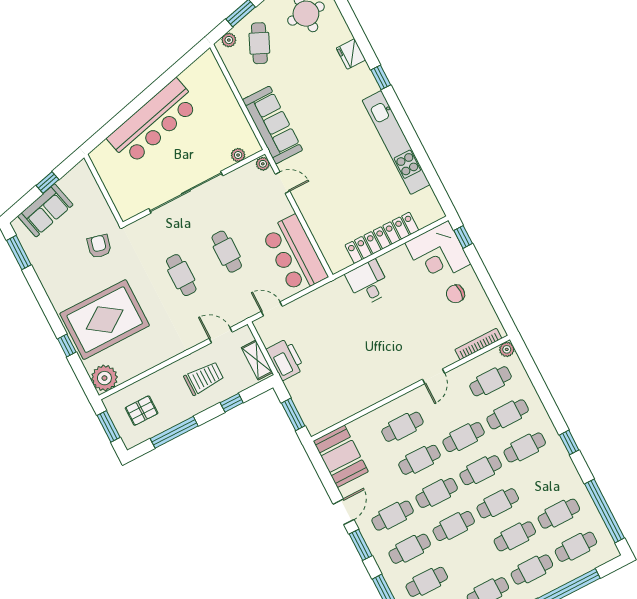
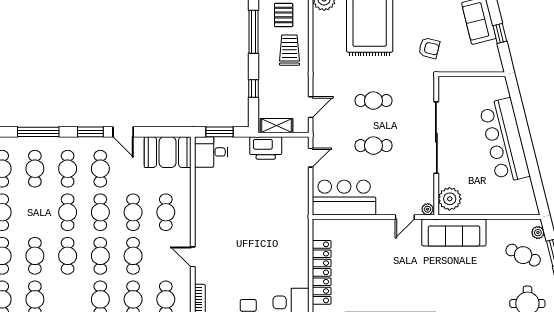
plant: (238, 155) -> (450, 199), width x1.88, depth x1.88
desk: (368, 283) -> (211, 152), moved, turned 180
trolley: (204, 378) -> (289, 50), moved, turned 180

